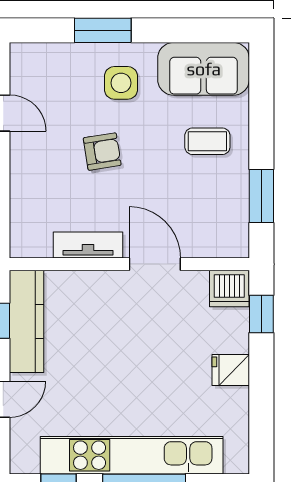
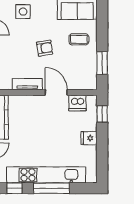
side table: (121, 83) -> (23, 12), moved
armchair: (102, 152) -> (45, 48), moved
dishwasher: (229, 289) -> (77, 103), moved

